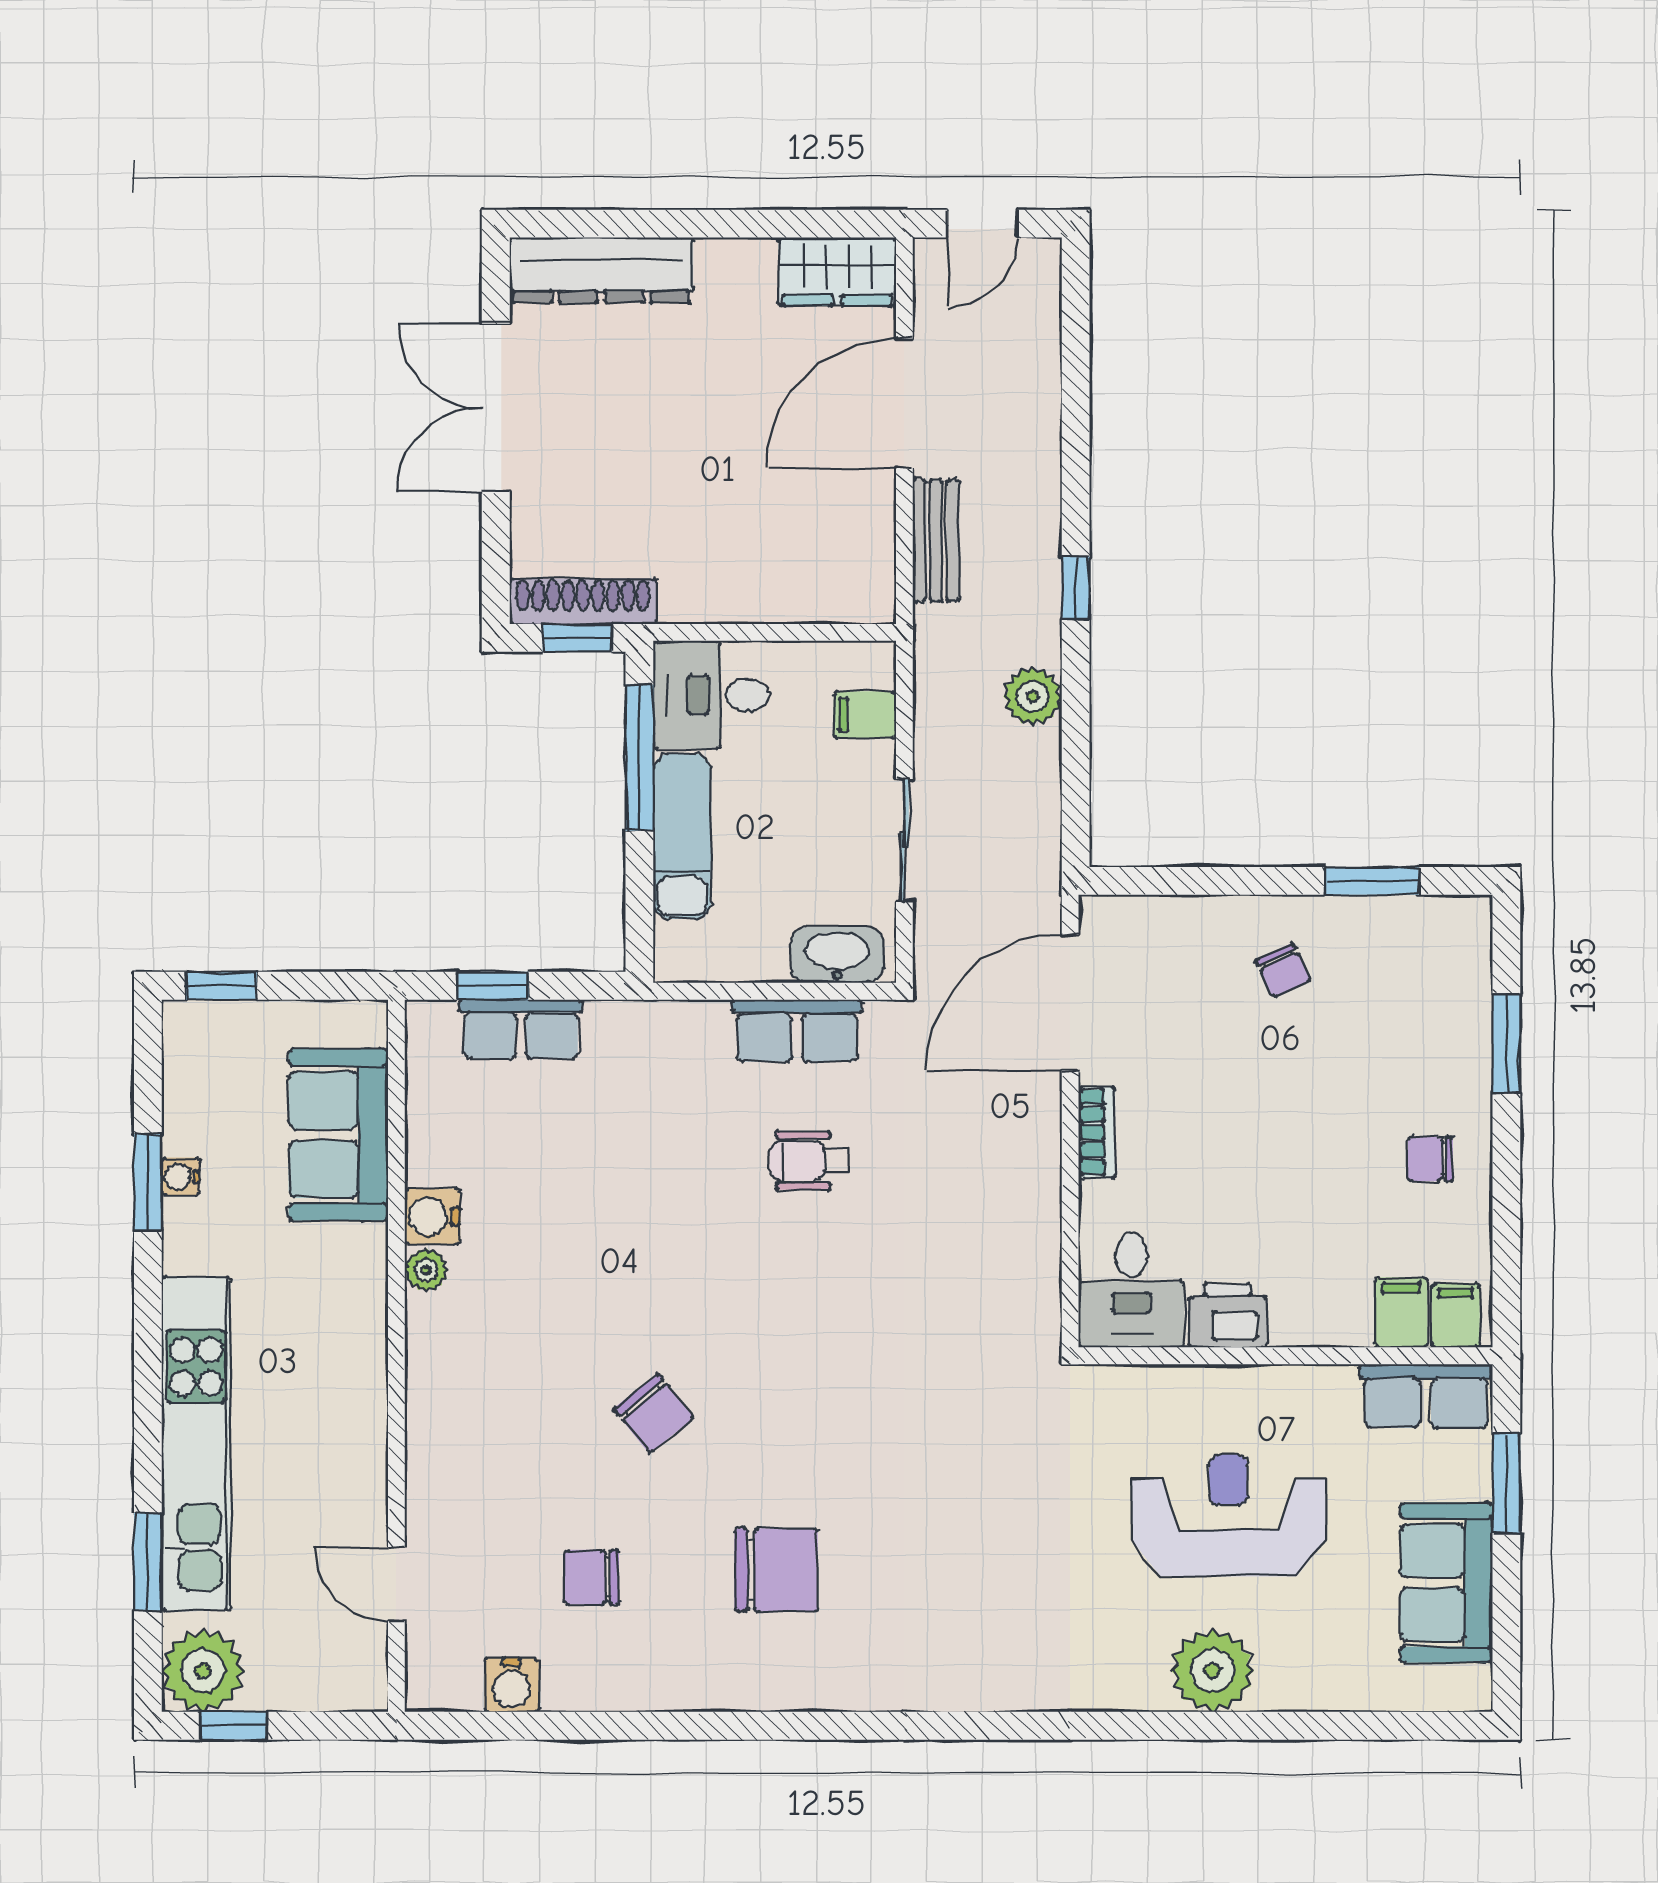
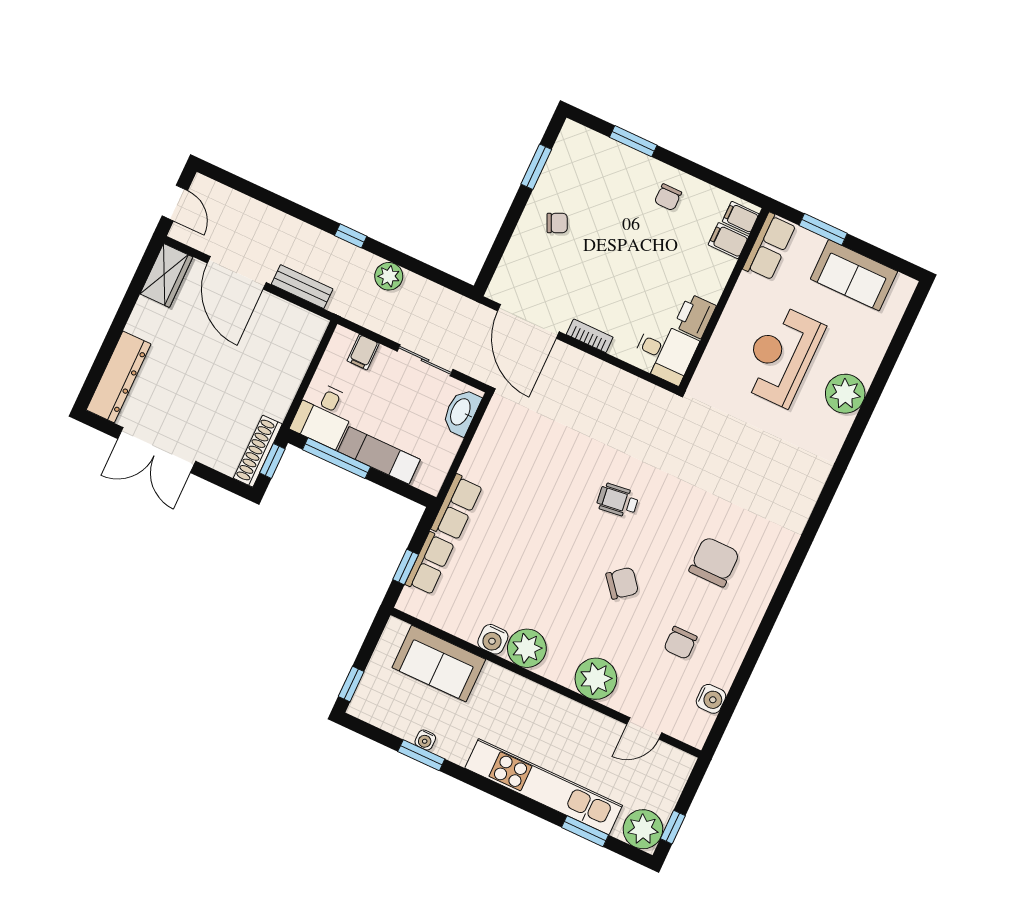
row of seats: (797, 1031) -> (457, 507), moved
wheelchair: (809, 1161) -> (618, 500), moved, turned 83
plant: (426, 1270) -> (527, 648), width x1.88, depth x1.88
plant: (448, 1448) -> (596, 679), added

